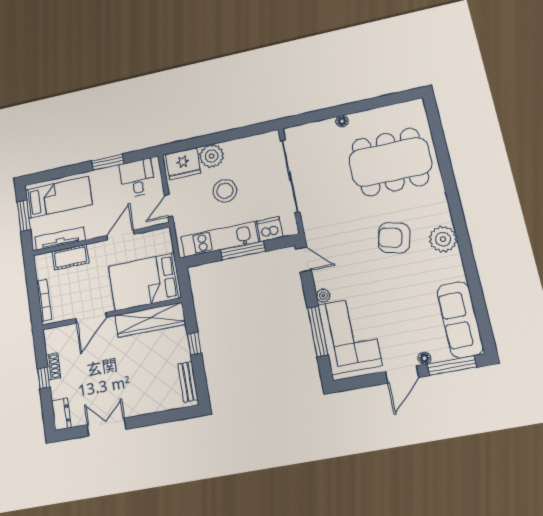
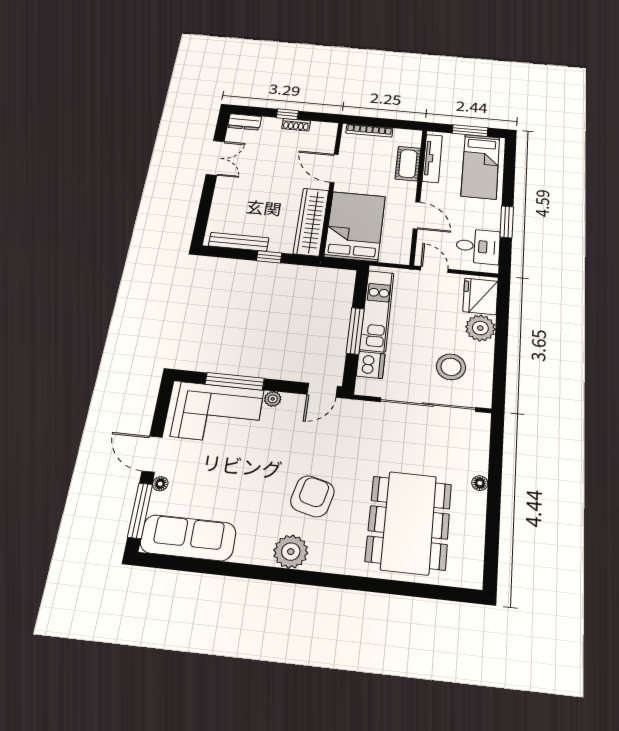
stool: (225, 191) -> (451, 367), moved
bench: (188, 382) -> (239, 242), width x1.36

